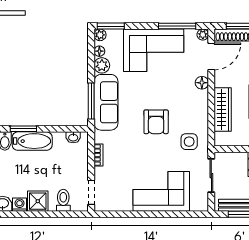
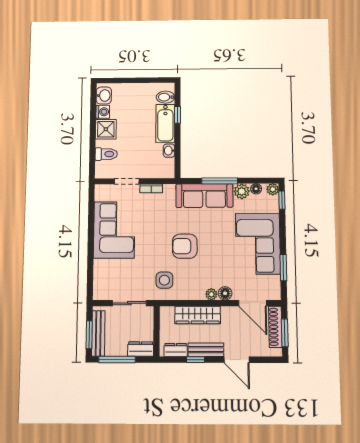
window: (111, 26) -> (282, 200), width x0.67
window: (177, 26) -> (283, 268), width x0.69
plant: (203, 35) -> (211, 294), moved
window: (91, 101) -> (220, 181), moved
window: (23, 129) -> (178, 115), width x0.67
washbasin: (73, 137) -> (169, 151), moved
corner sofa: (161, 191) -> (114, 230), moved
doorway: (91, 192) -> (127, 181), moved

